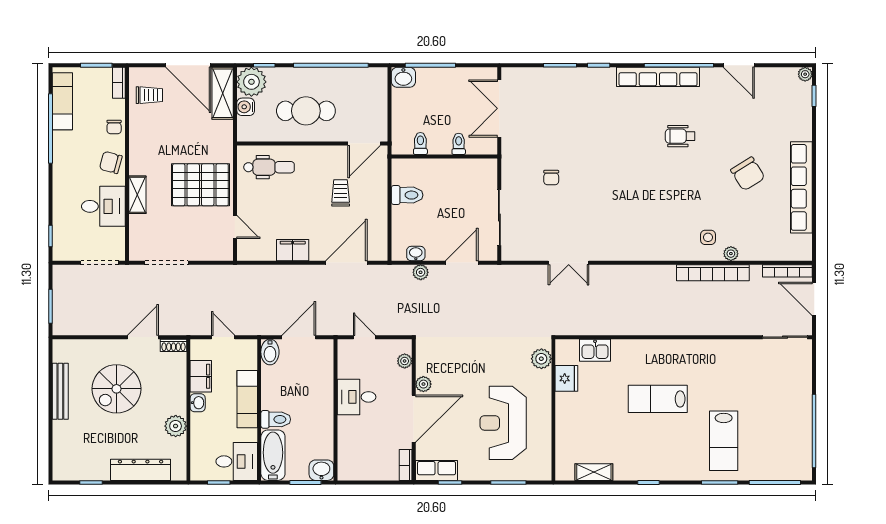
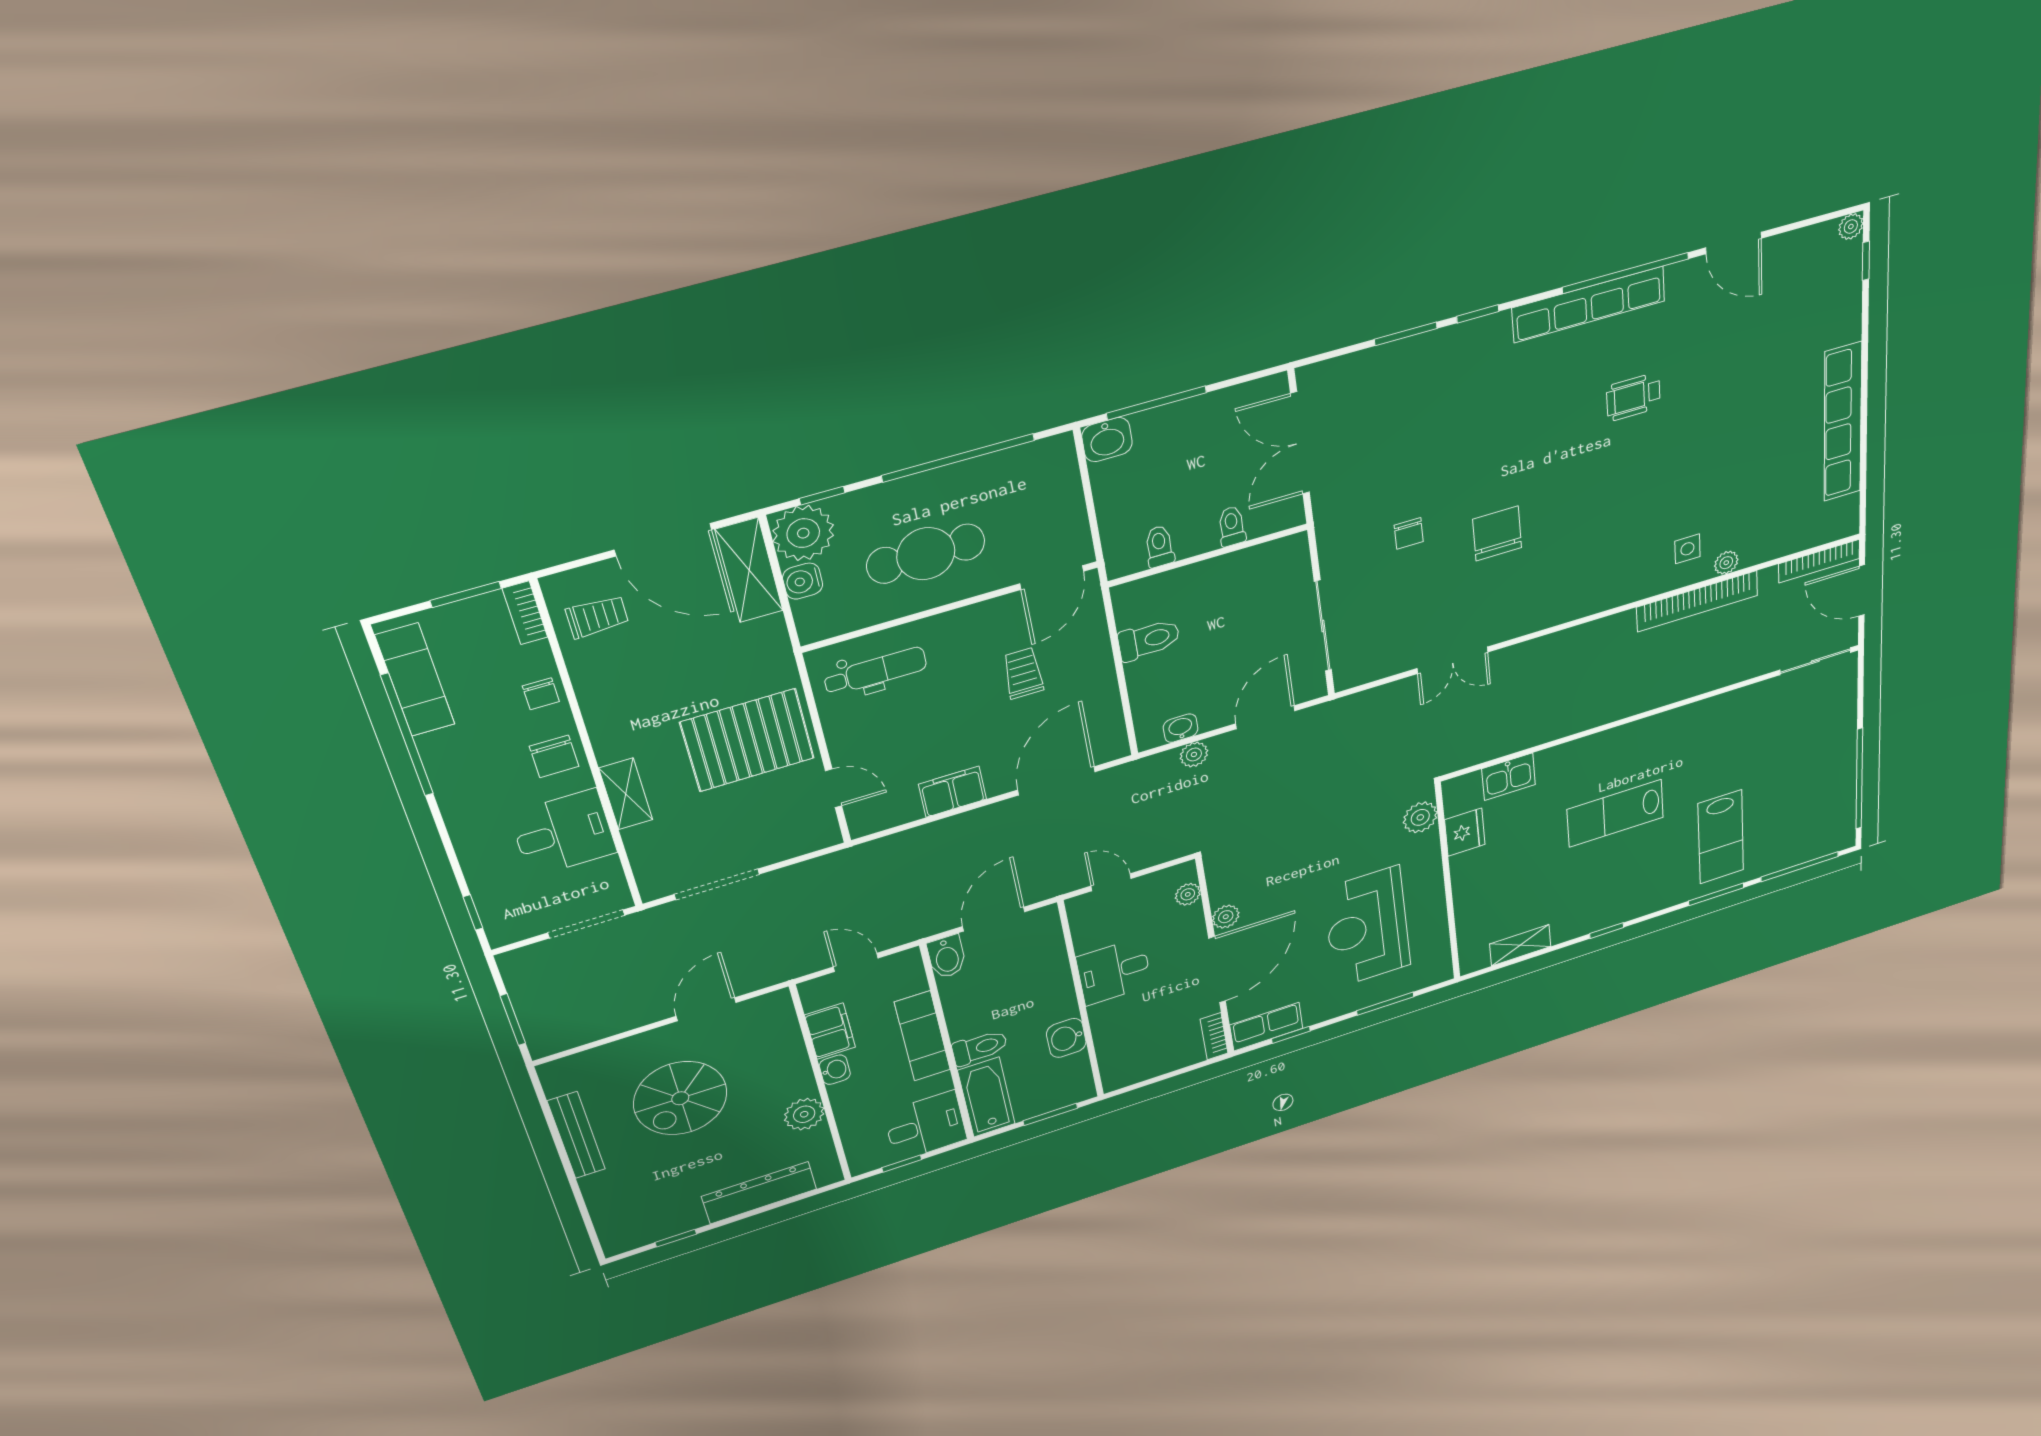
chair: (111, 162) -> (554, 756), turned -105
chair: (748, 174) -> (1497, 533), moved, turned -148
shoe rack: (174, 345) -> (767, 1003), removed
washbasin: (321, 470) -> (1066, 1038), moved, turned -90

